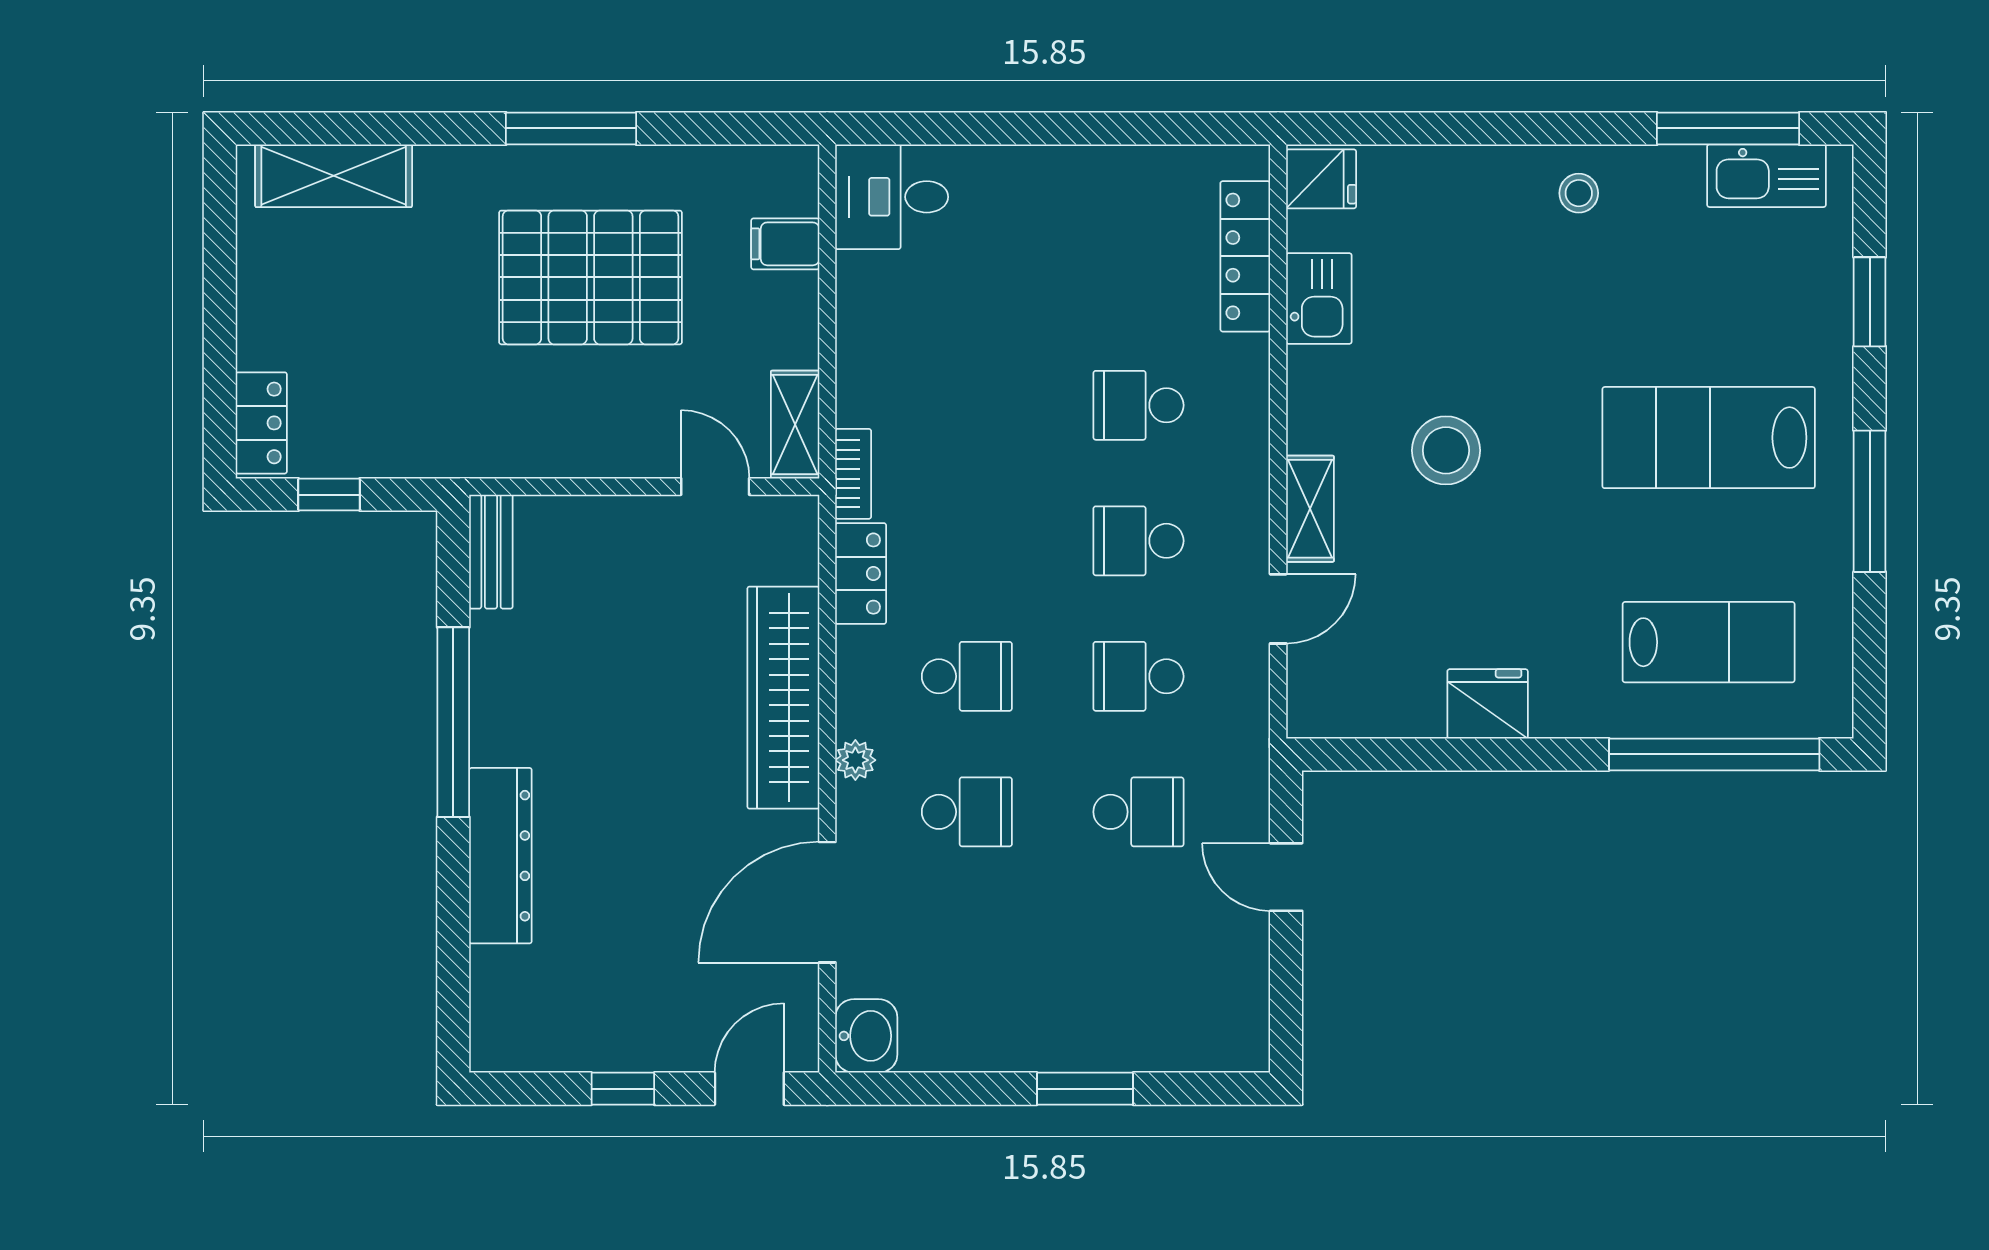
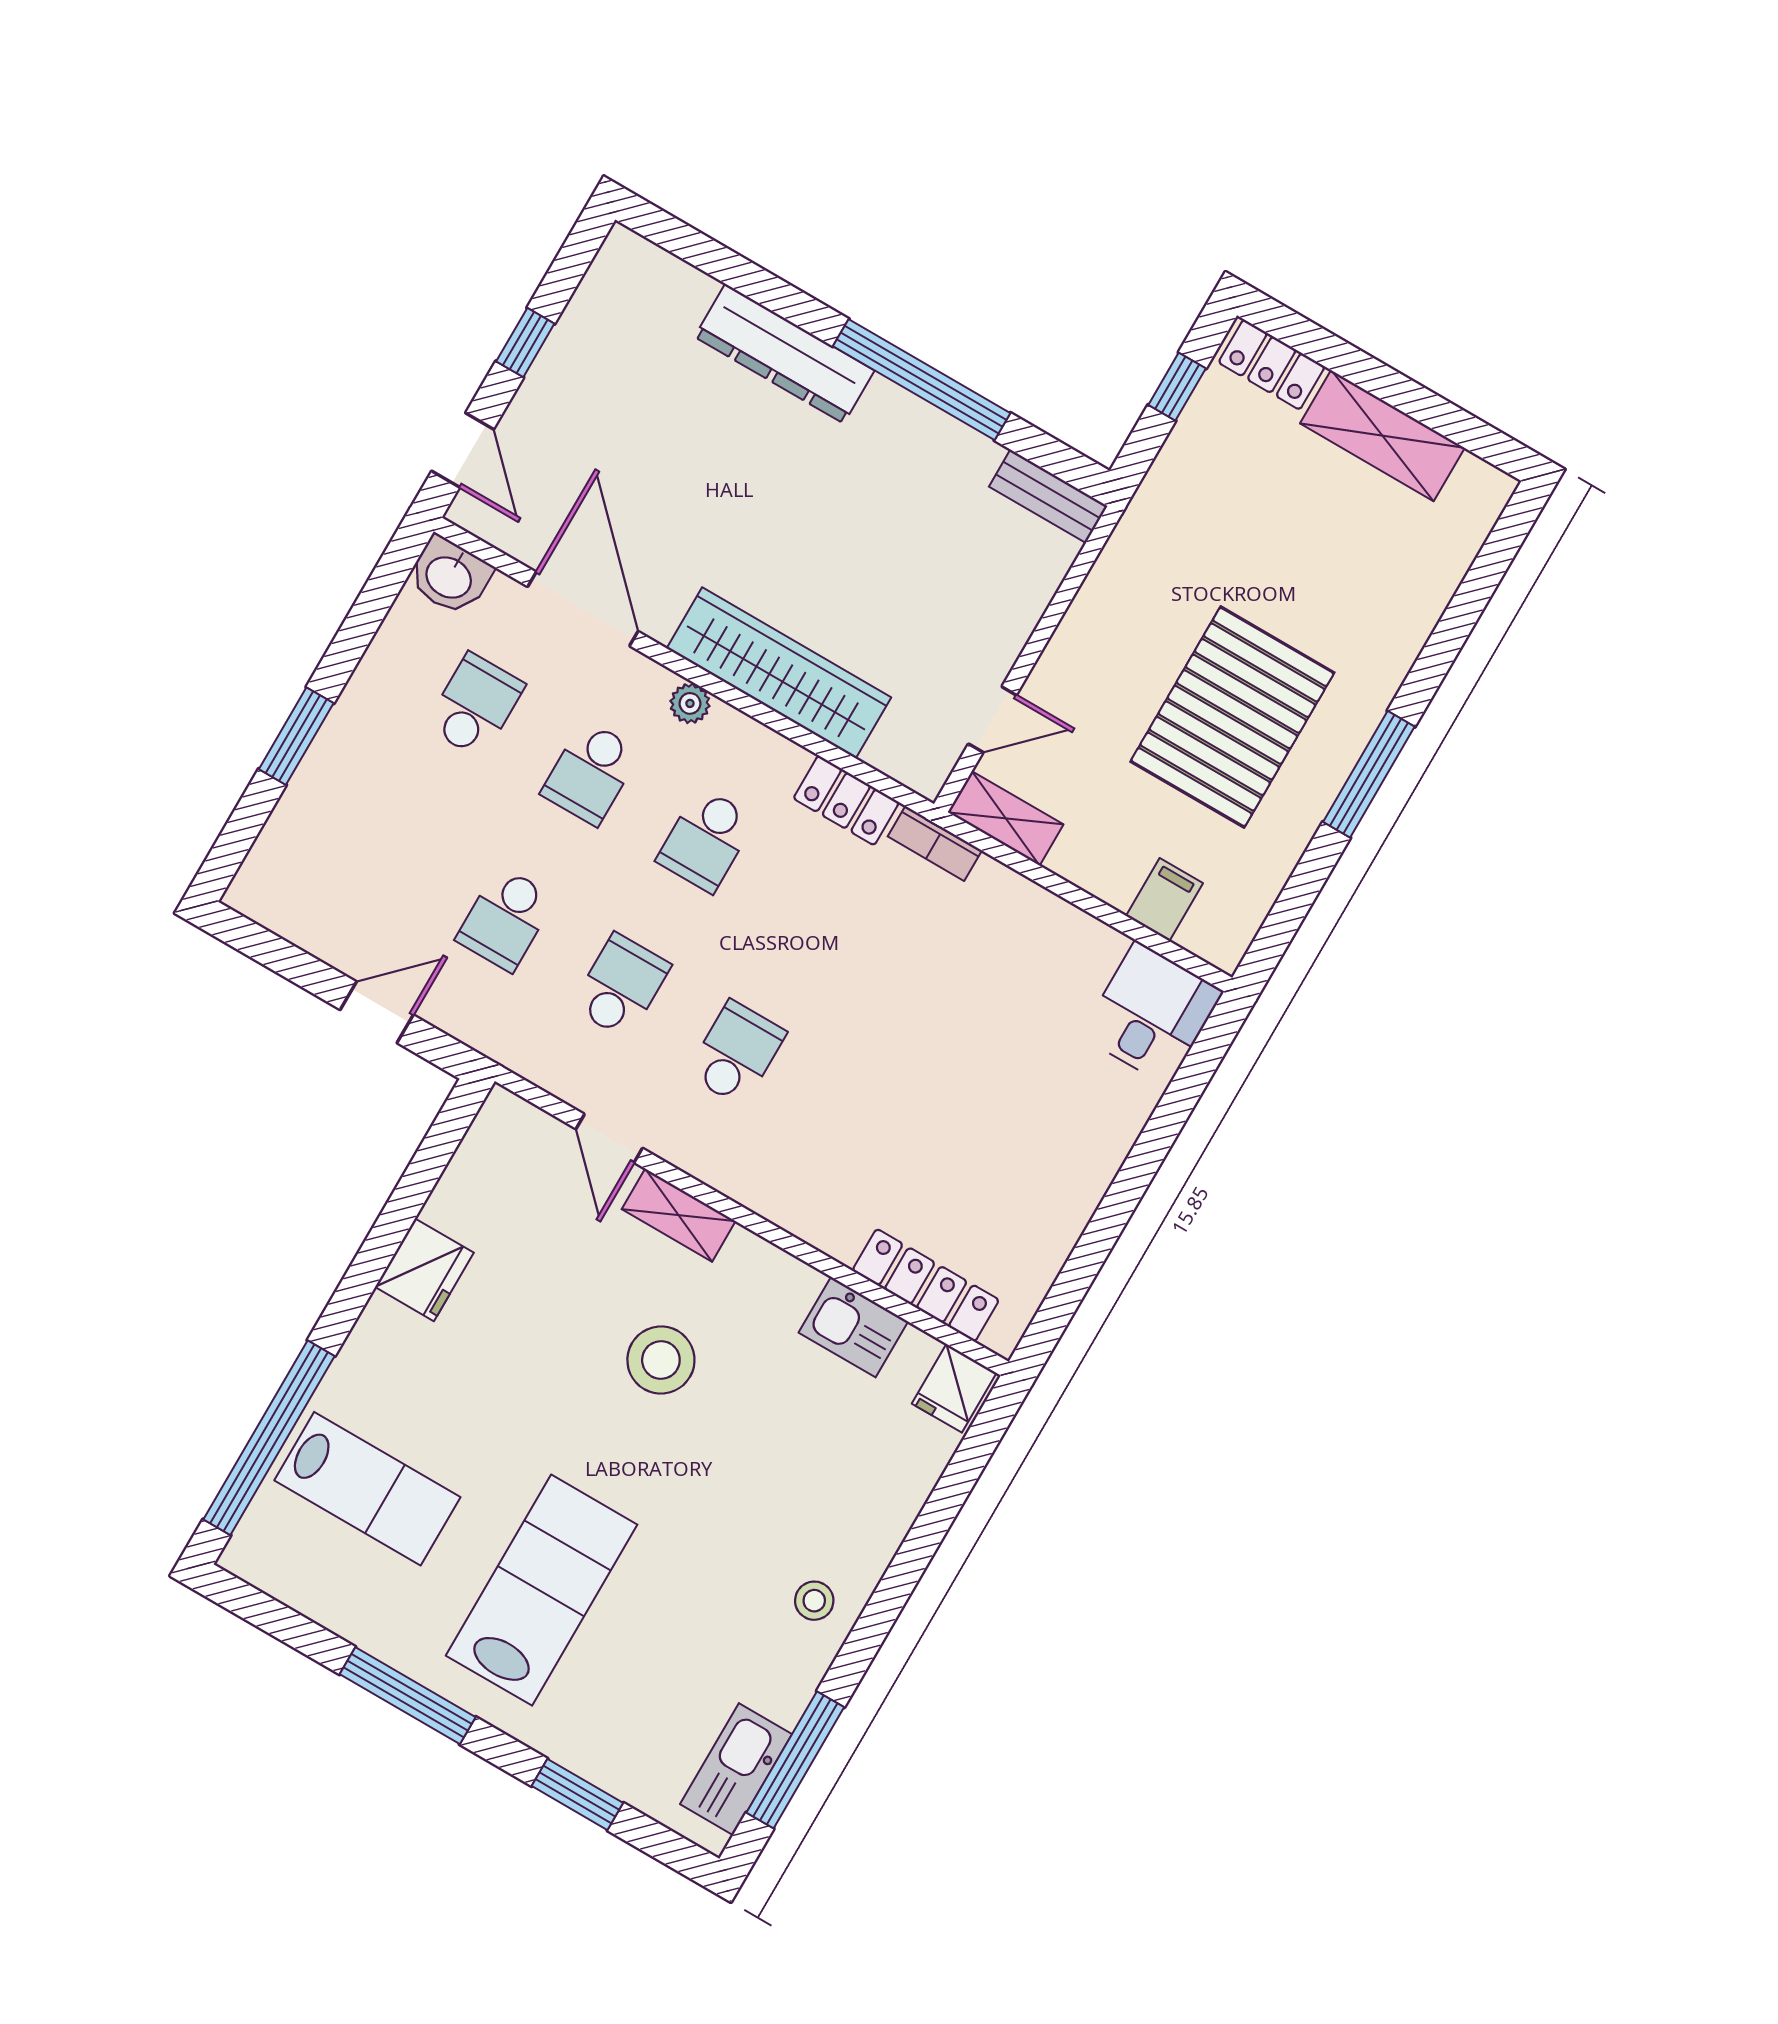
shelving: (334, 176) -> (1382, 436), moved, turned 90
school desk: (1138, 405) -> (475, 706), moved
lab bench: (1709, 642) -> (367, 1489), turned -90

